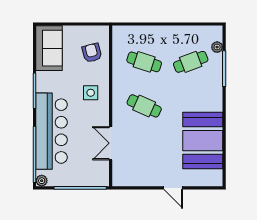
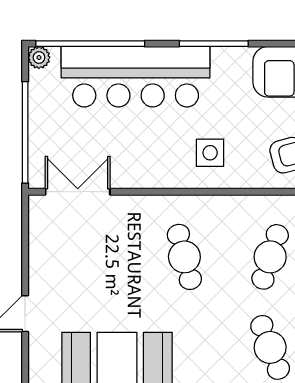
cafe table: (144, 106) -> (184, 257), turned -39
double door: (111, 143) -> (78, 192), moved

